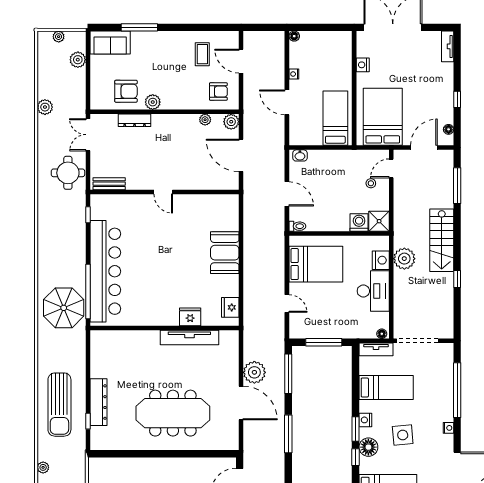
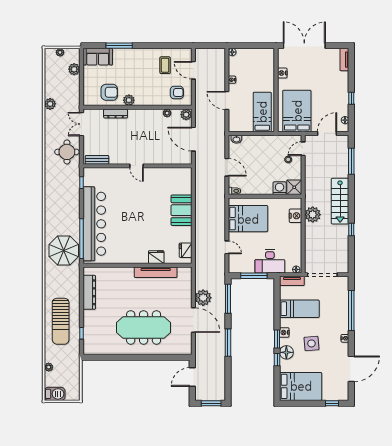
desk: (373, 291) -> (270, 261), moved, turned 90
dresser: (98, 402) -> (89, 292), moved

